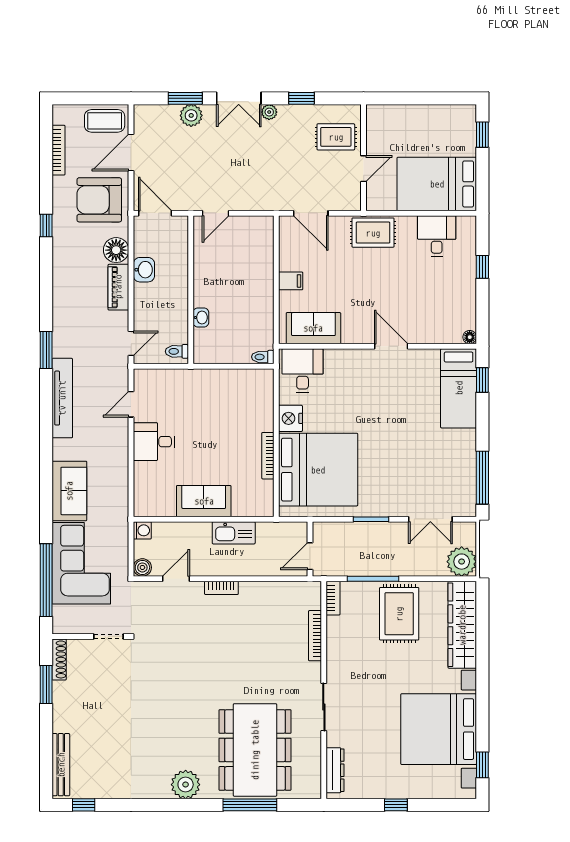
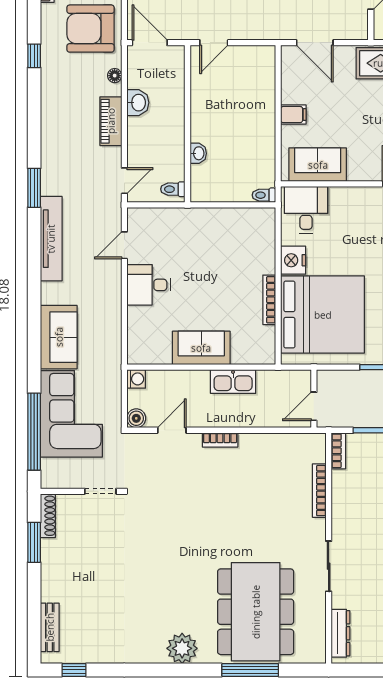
floor lamp: (116, 250) -> (115, 76), width x0.53, depth x0.53
bench: (61, 765) -> (50, 627), width x0.73

